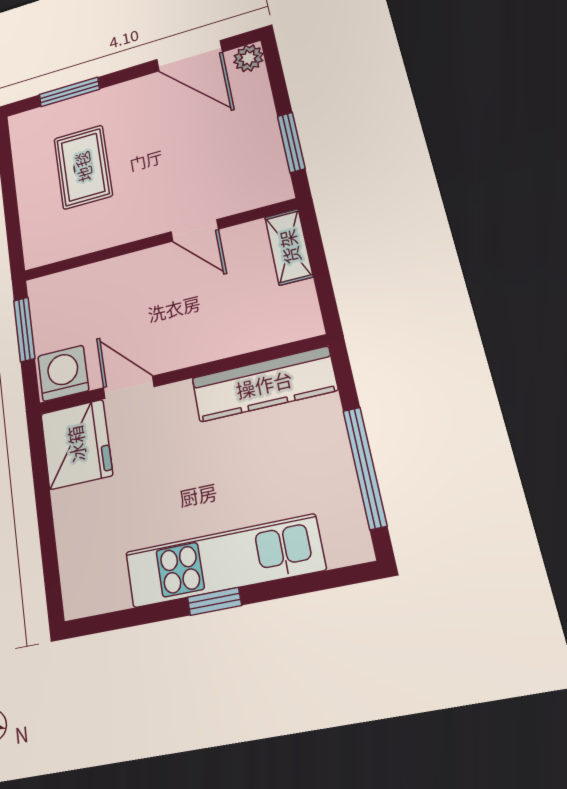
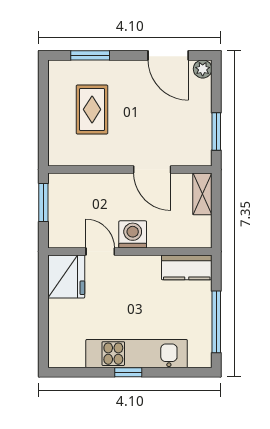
door: (195, 230) -> (152, 169), width x1.38
washing machine: (63, 373) -> (133, 234), moved
kitchen counter: (264, 384) -> (187, 267), width x0.67

